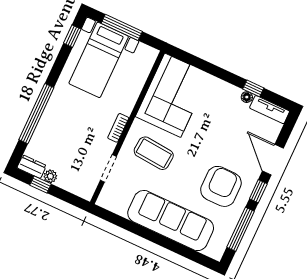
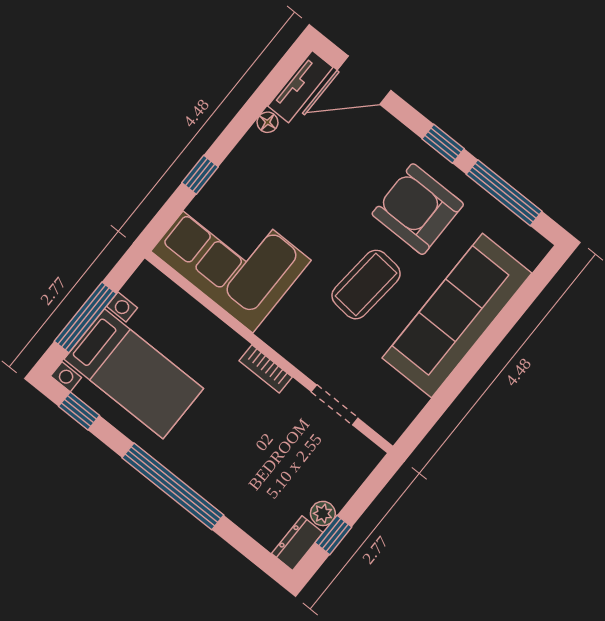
window: (253, 88) -> (200, 175), moved
window: (36, 114) -> (173, 486), moved
coffee table: (154, 153) -> (366, 285), moved
door: (273, 160) -> (364, 80), moved

